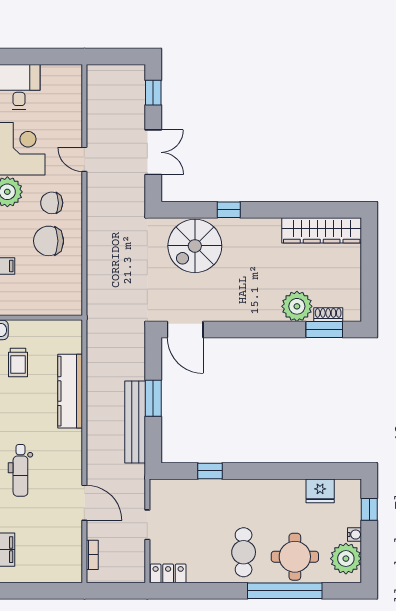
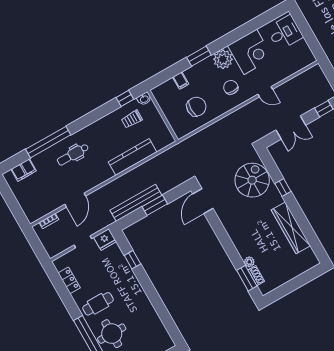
door: (84, 159) -> (265, 92), swing flipped
wardrobe: (322, 230) -> (291, 228), moved
chair: (49, 241) -> (196, 107), moved, turned 90
spiral stairs: (195, 246) -> (252, 180), turned 90
plant: (297, 306) -> (249, 262), width x0.53, depth x0.53
fridge: (320, 491) -> (105, 239), moved, turned -90
locker: (168, 573) -> (69, 280), moved

